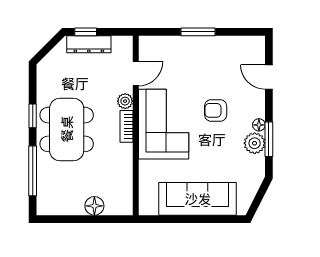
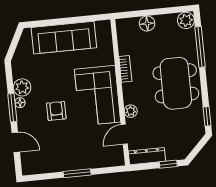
dresser: (89, 44) -> (147, 156), moved
armchair: (216, 110) -> (56, 111), turned -90
window: (33, 116) -> (207, 116), moved
bookcase: (126, 126) -> (125, 69), moved
window: (269, 139) -> (12, 108), moved
plant: (47, 205) -> (186, 20), added

